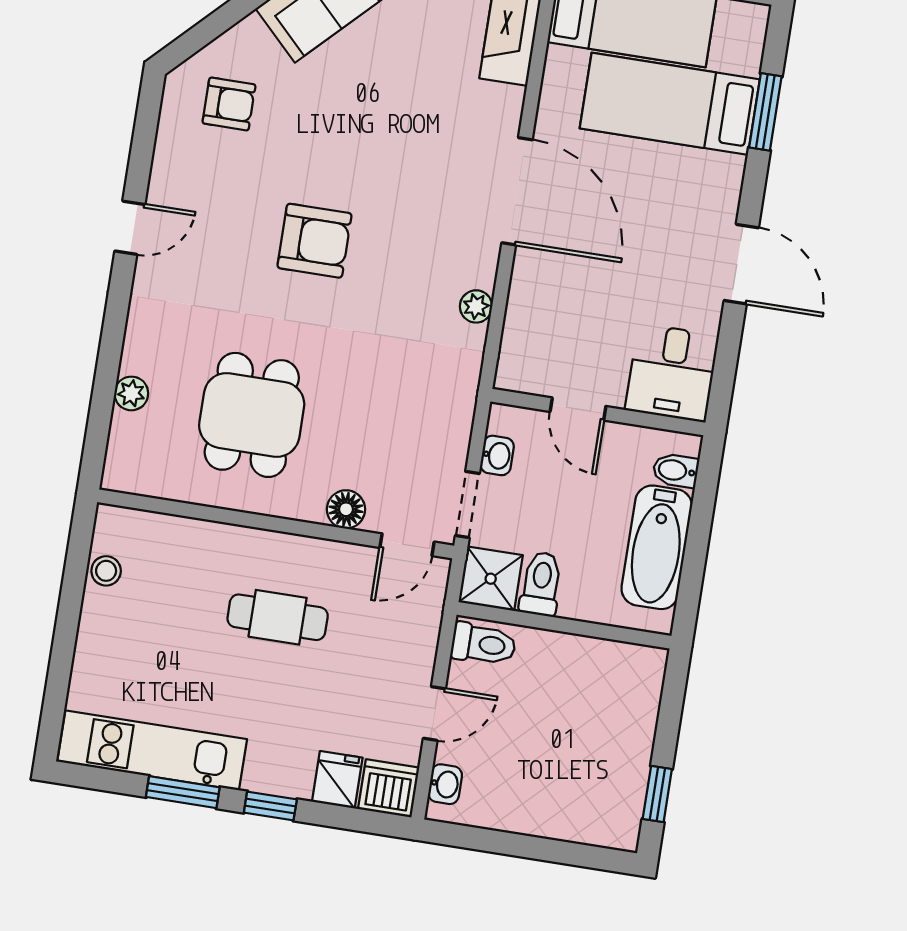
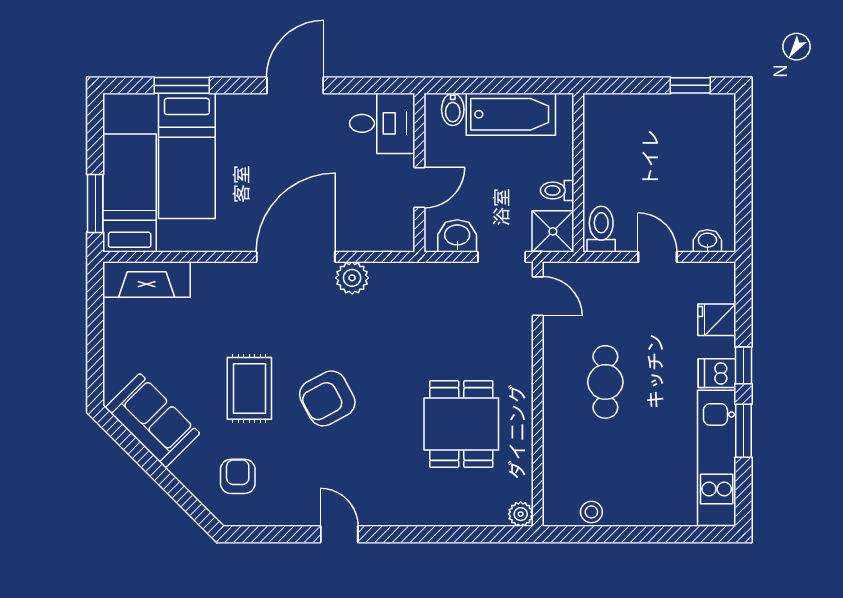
rug: (345, 138) -> (249, 388), added
door: (517, 191) -> (296, 257), moved
armchair: (315, 241) -> (327, 398), turned -118
plant: (476, 306) -> (352, 278), width x1.38, depth x1.38
plant: (131, 393) -> (521, 514), moved
dining table: (252, 415) -> (461, 424), turned 90
washbasin: (497, 455) -> (457, 236), width x1.38, depth x1.45
floor lamp: (346, 509) -> (519, 345), removed
toilet: (541, 584) -> (557, 190), width x0.73, depth x0.72
dishwasher: (389, 788) -> (717, 373), moved, width x0.73

